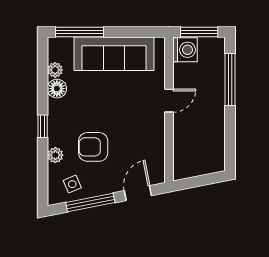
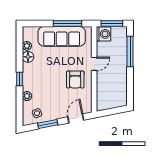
window: (79, 32) -> (67, 23), moved
armchair: (93, 147) -> (75, 80), moved, turned -90
window: (90, 202) -> (48, 124), width x0.69

